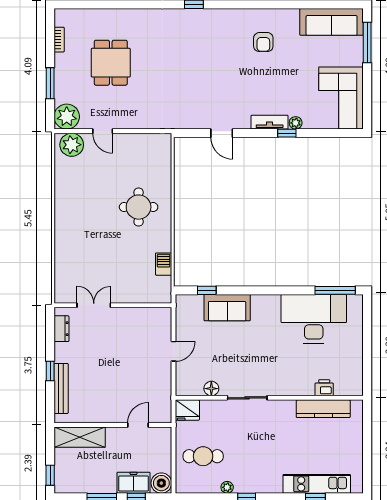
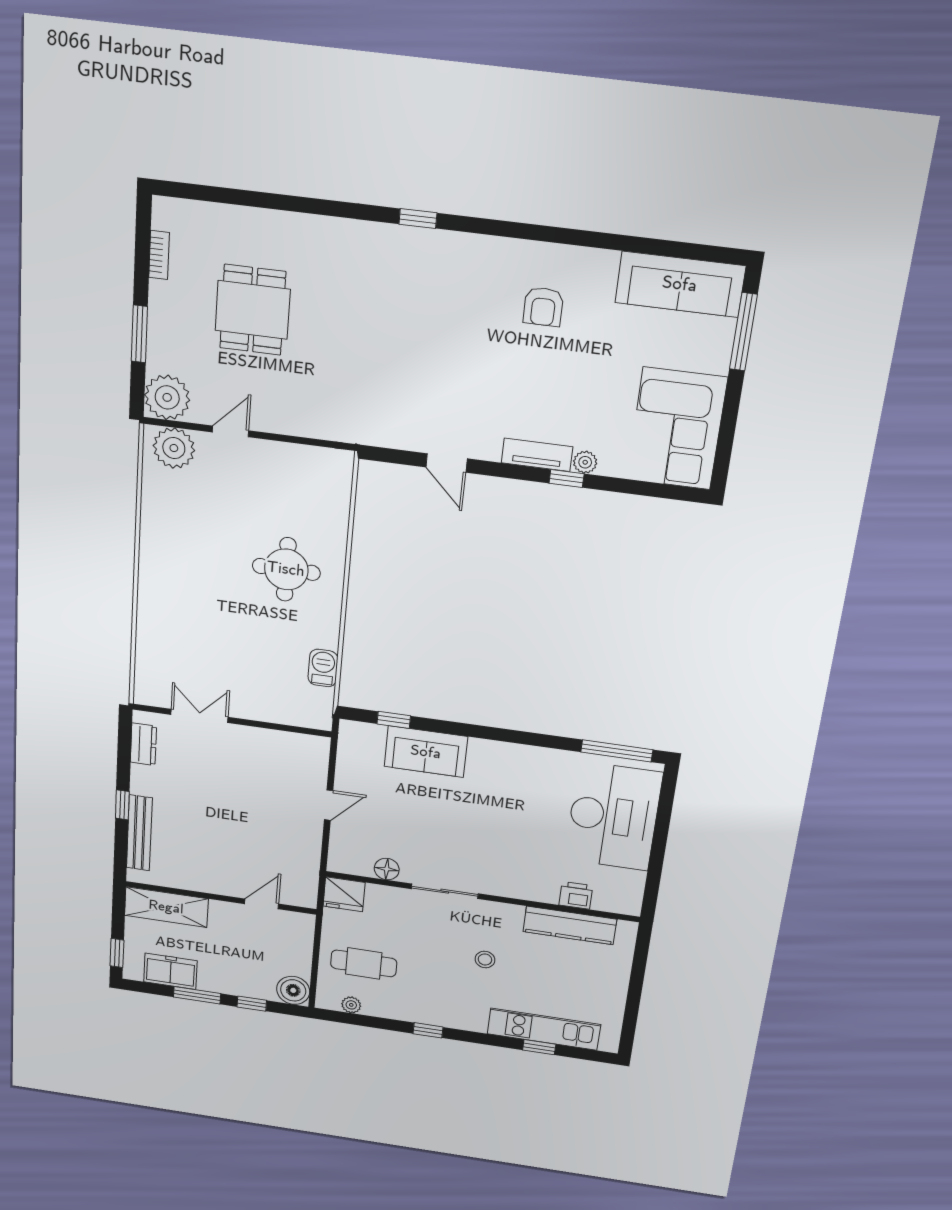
door: (103, 131) -> (230, 431), swing flipped
desk: (314, 319) -> (613, 816), moved, turned 90
stool: (276, 441) -> (485, 959), added
freezer: (133, 483) -> (170, 971), moved
plant: (227, 487) -> (351, 1005), moved

